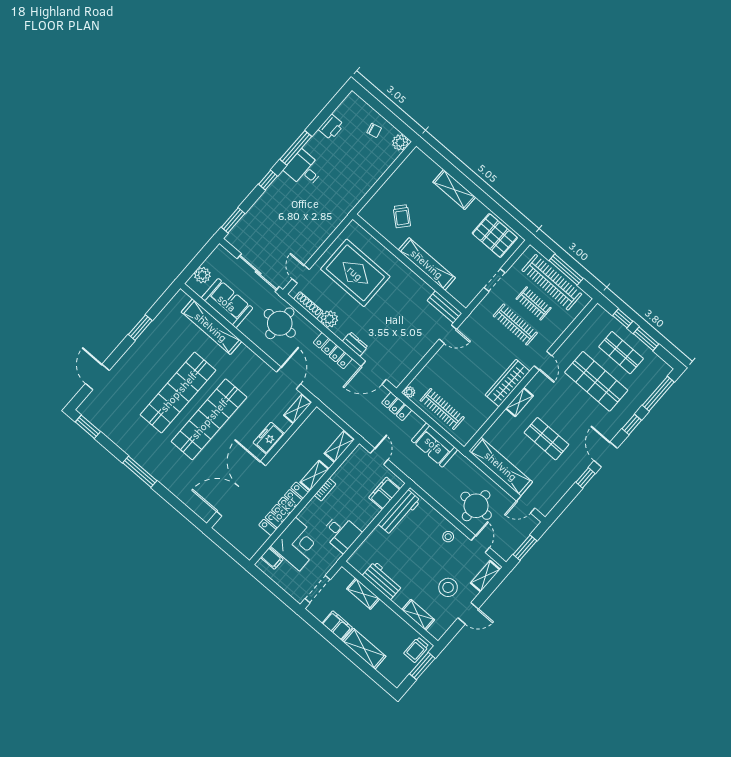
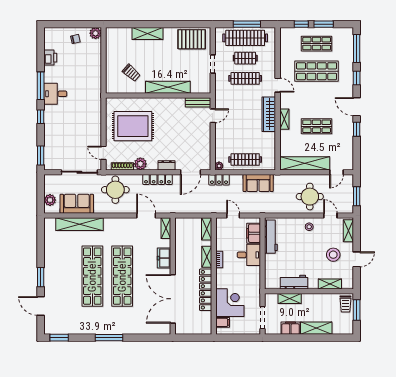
window: (140, 328) -> (41, 277), moved
desk: (341, 533) -> (249, 255), moved

